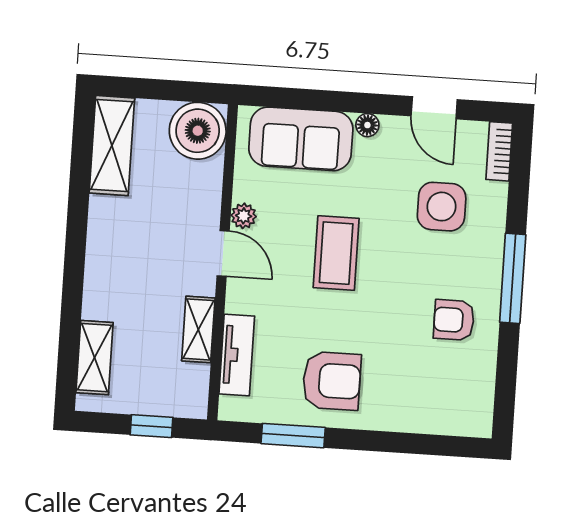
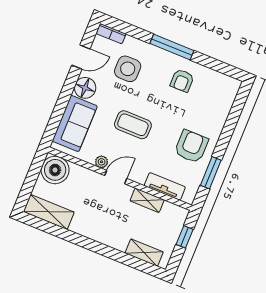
floor lamp: (367, 125) -> (85, 88), width x1.89, depth x1.89

